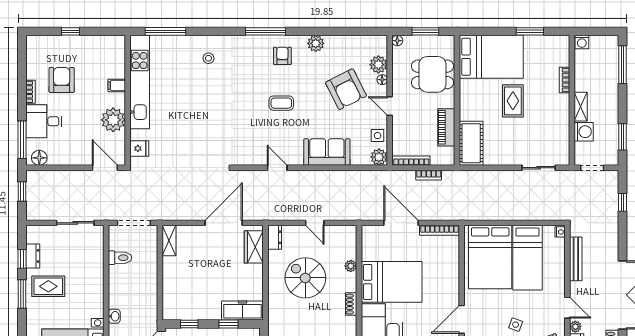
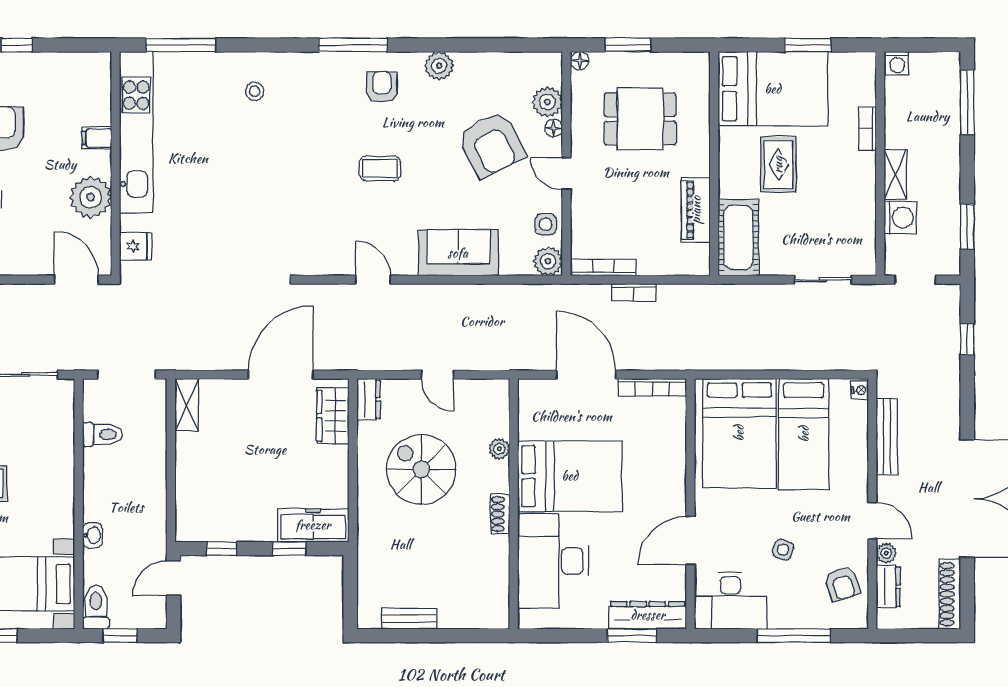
bed: (491, 57) -> (773, 89), moved
wall: (457, 100) -> (714, 164), moved
piano: (446, 127) -> (696, 210), moved
cot: (471, 143) -> (738, 237), moved

